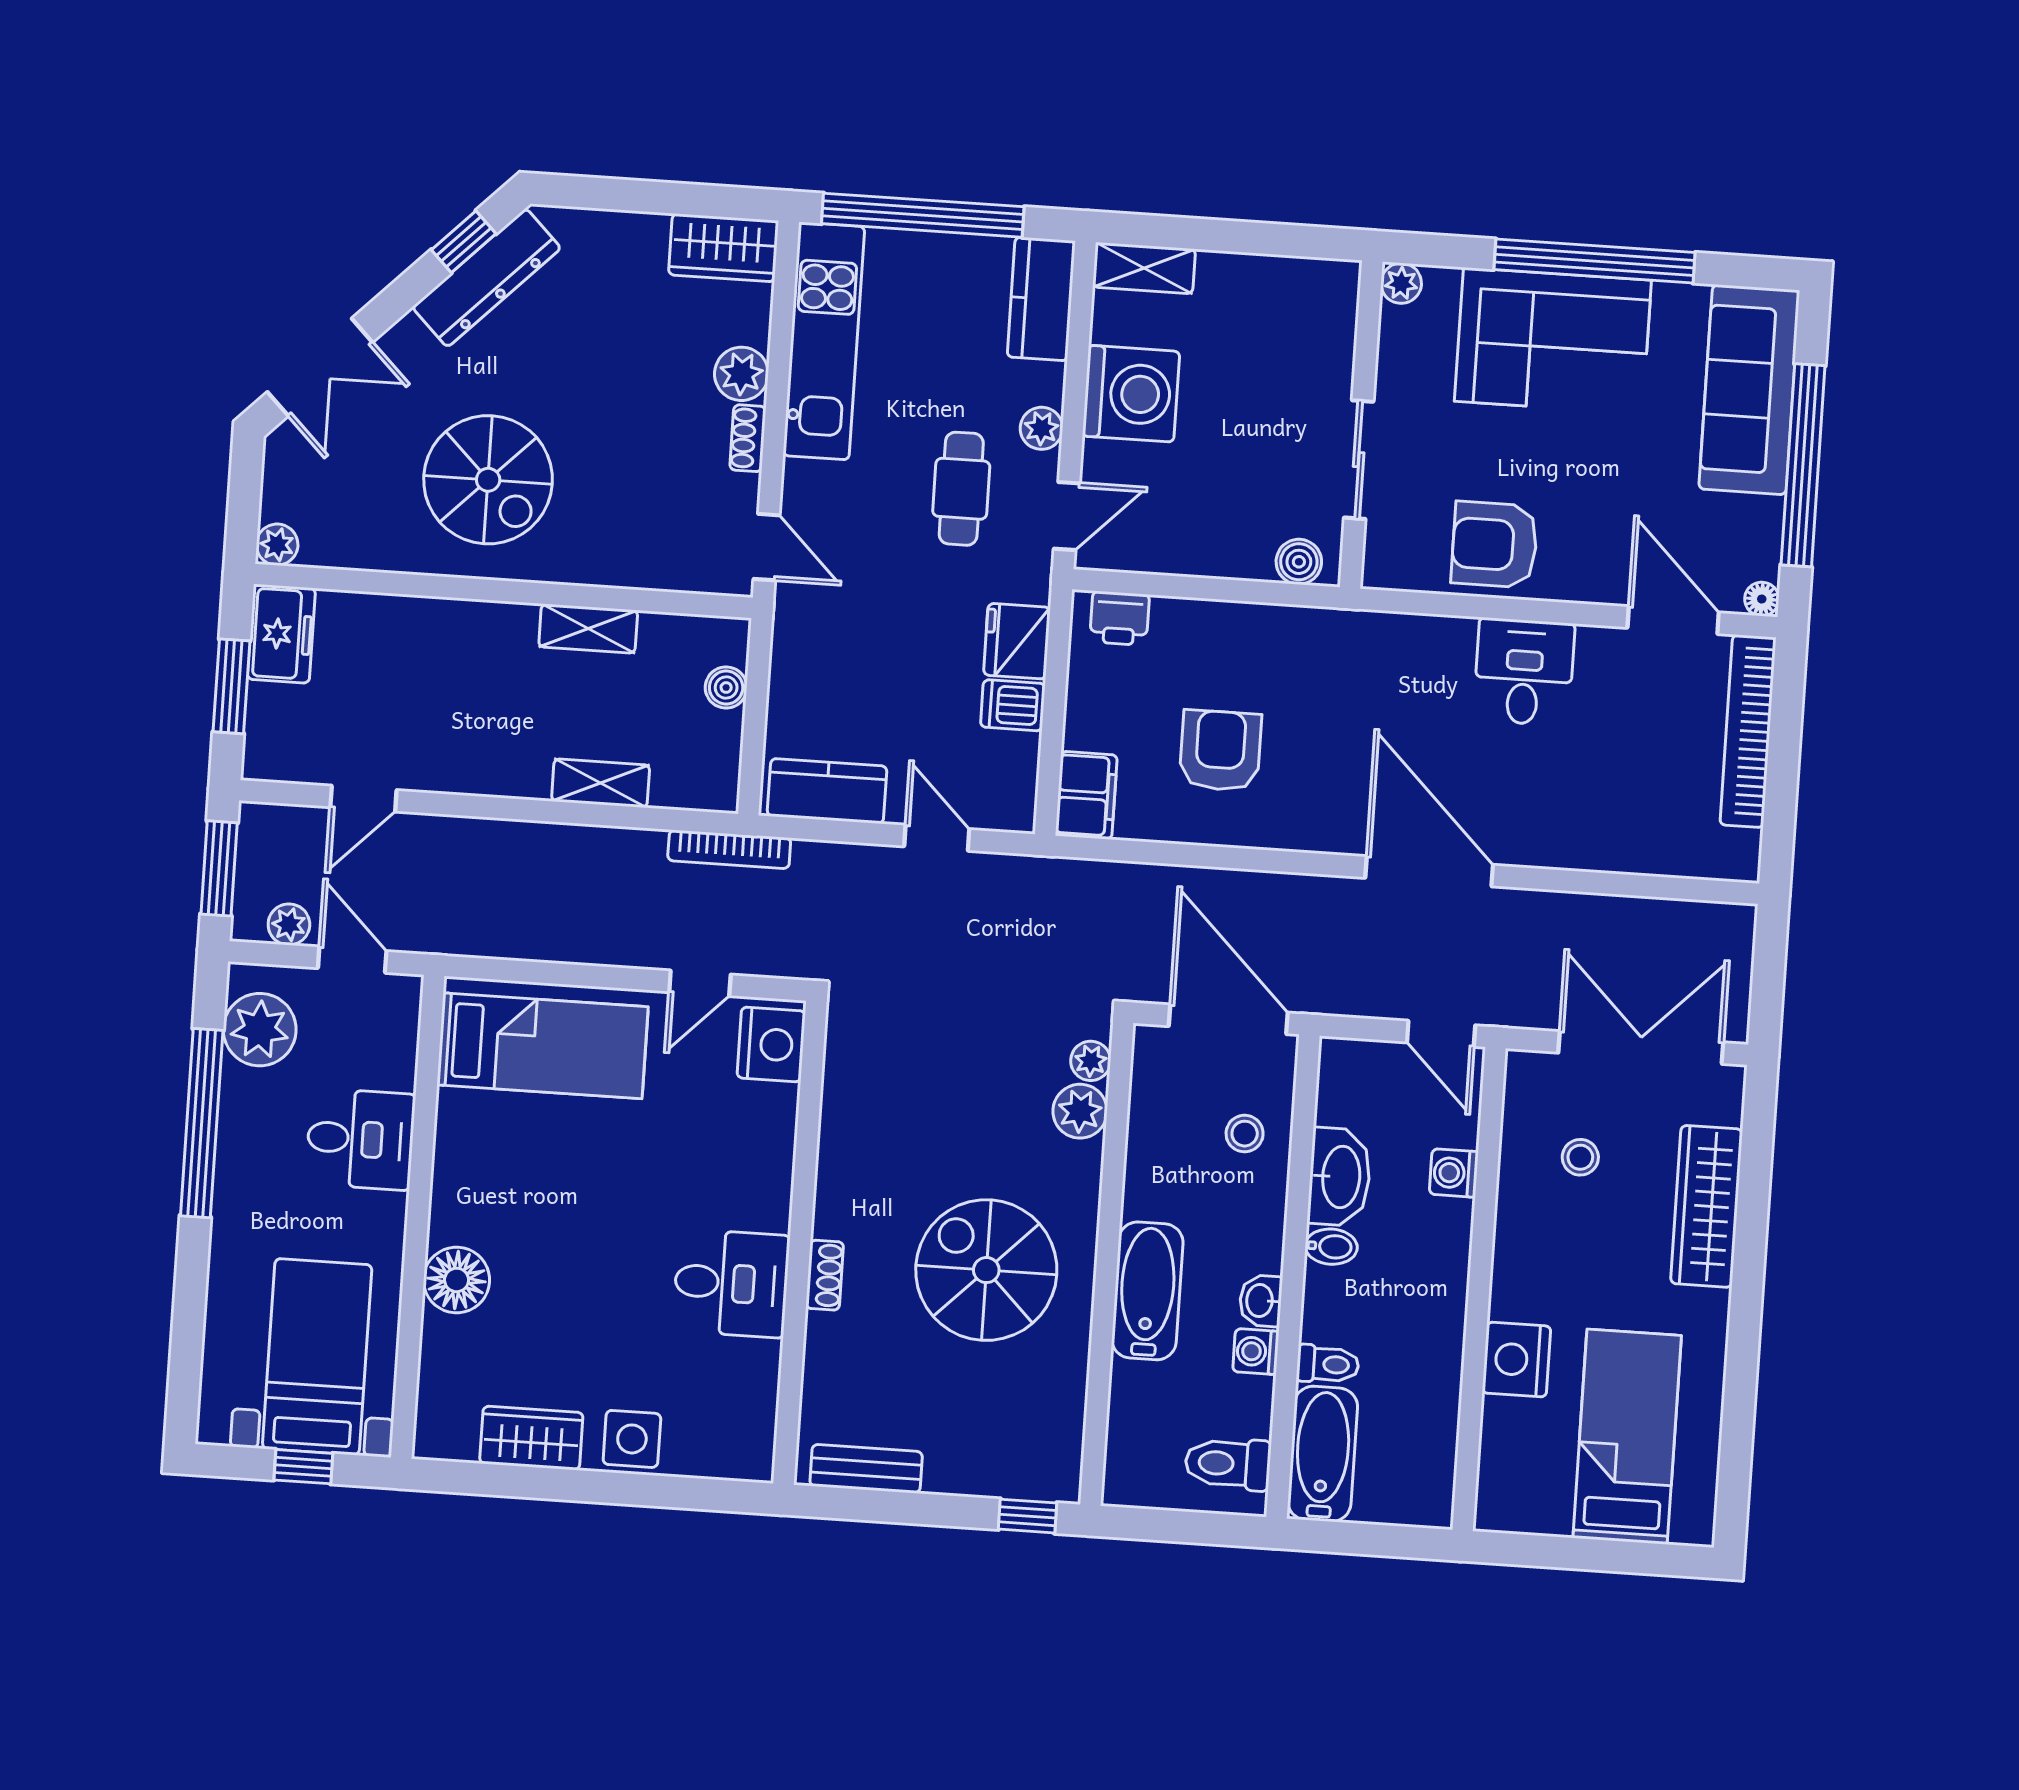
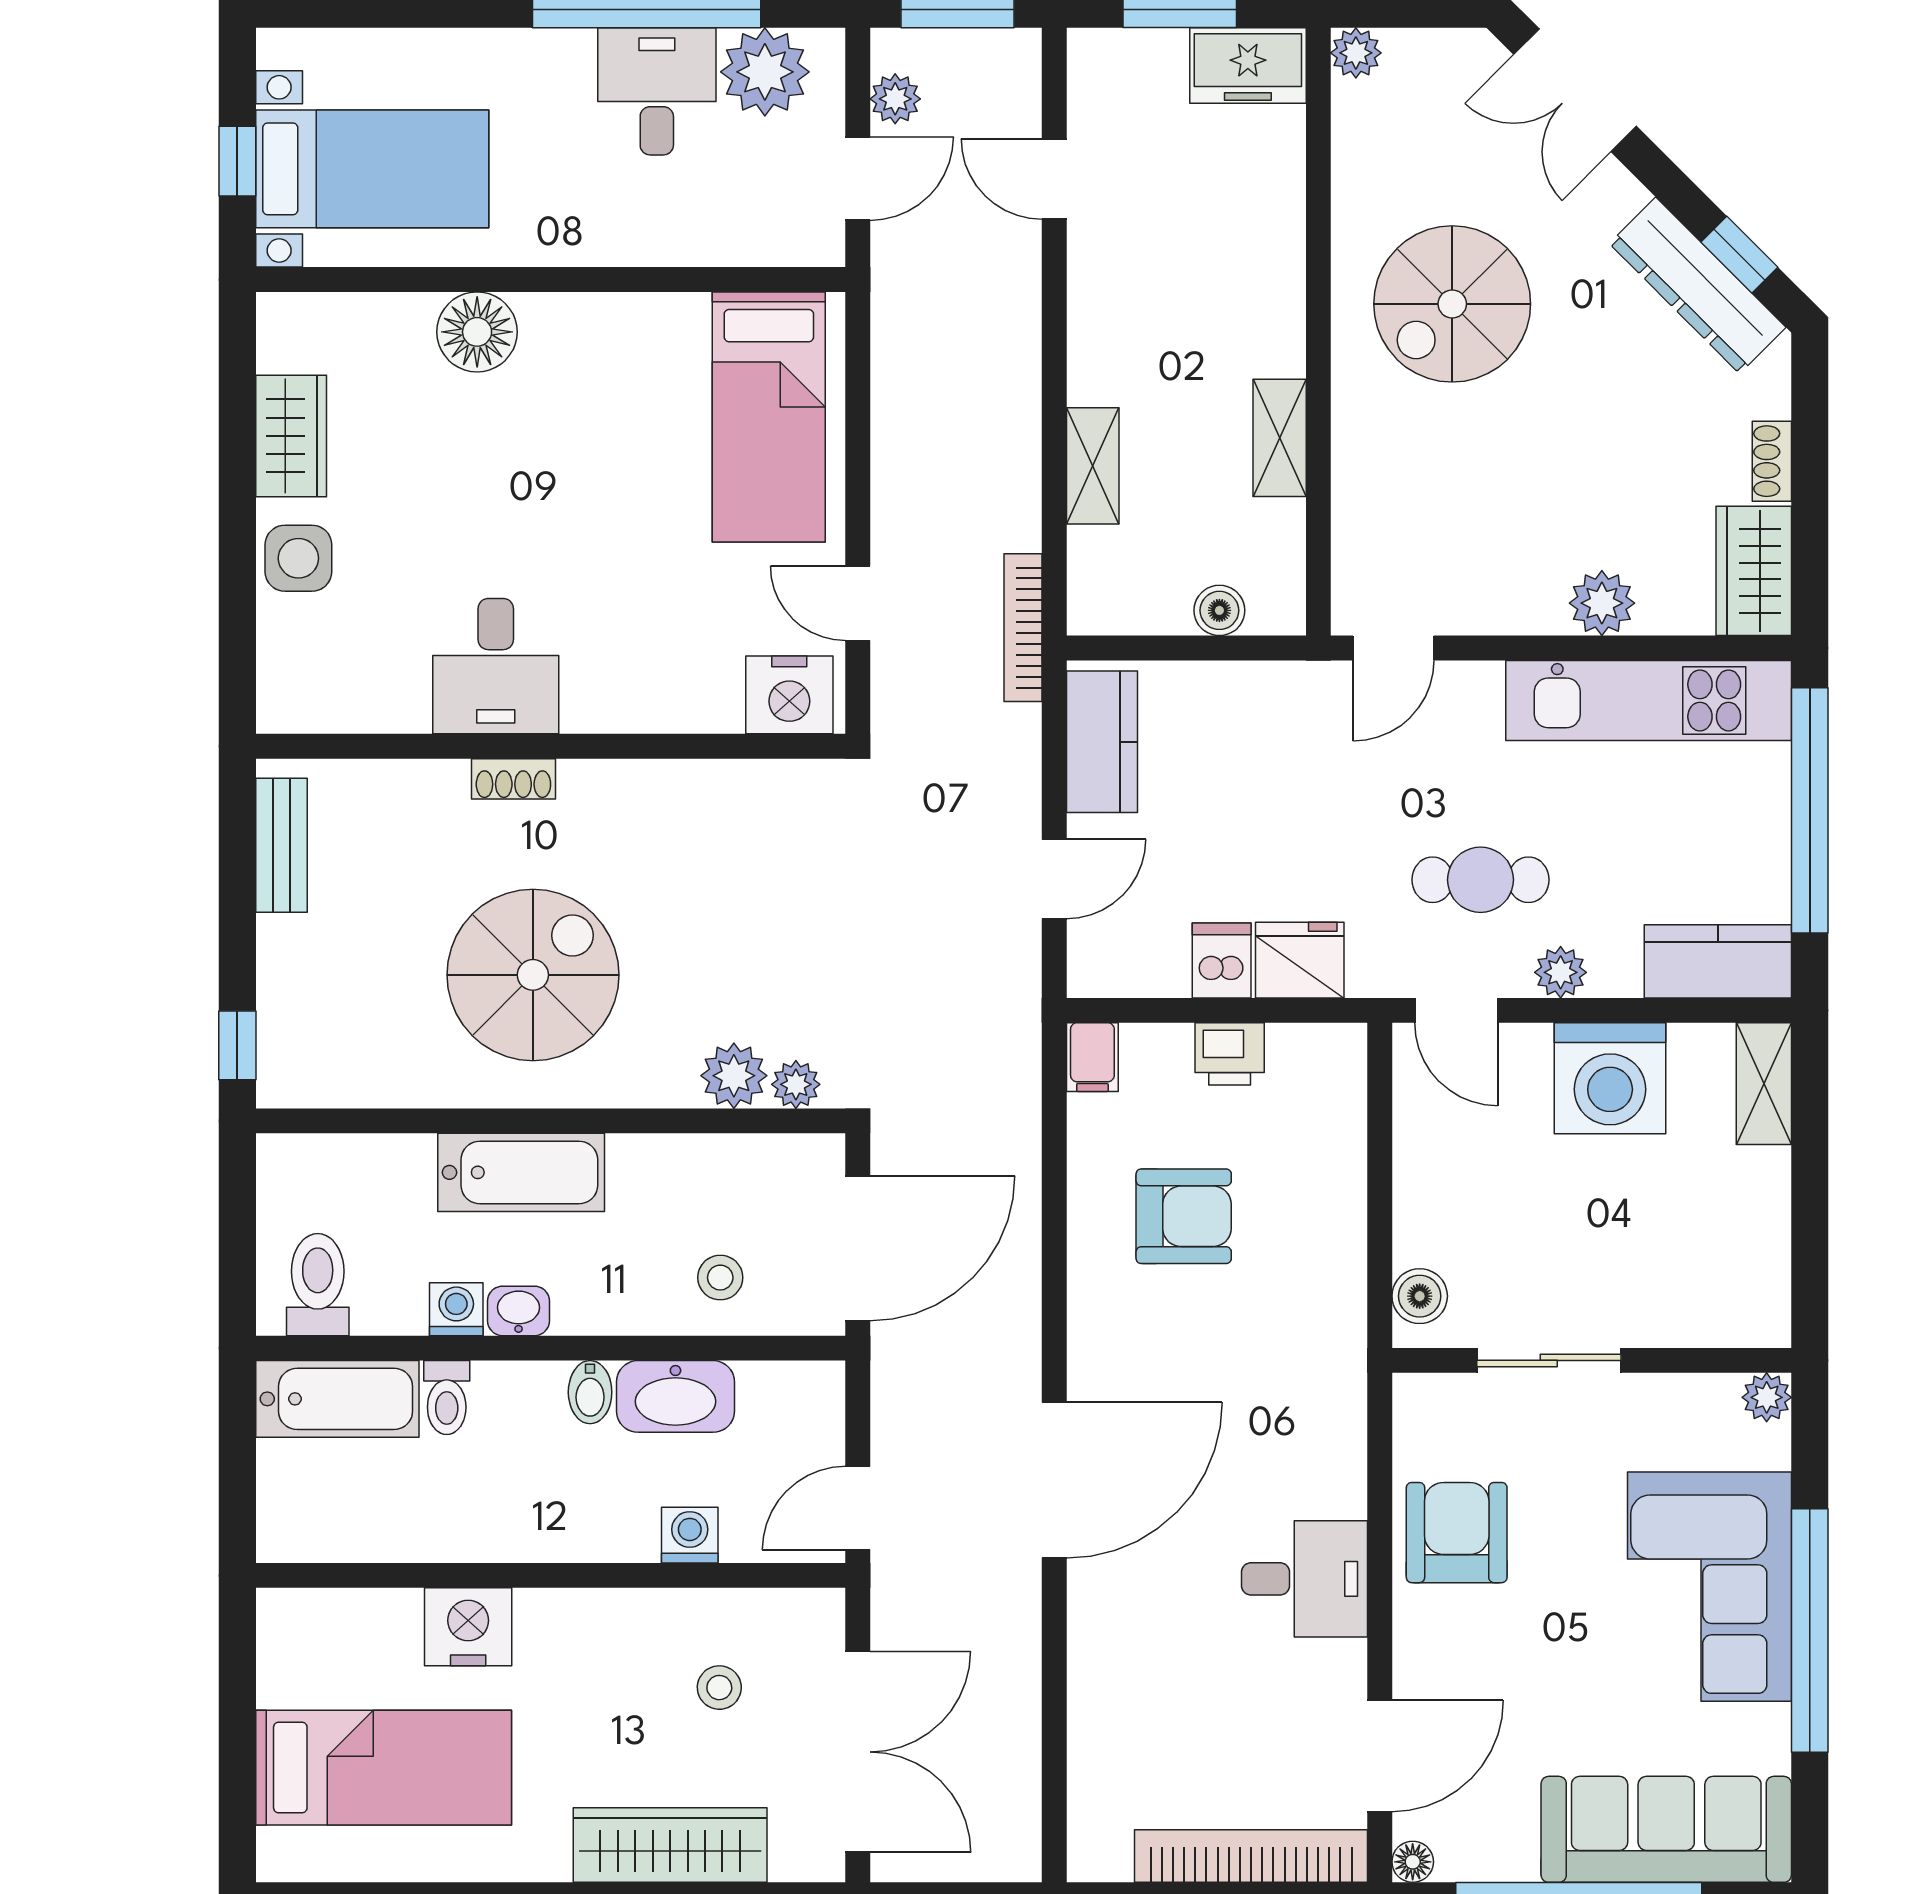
shoe rack: (748, 438) -> (1772, 461), moved, turned -90
printer: (1120, 618) -> (1230, 1054), moved, turned -90
filing cabinet: (1086, 795) -> (1092, 1057), width x0.50
desk: (360, 1139) -> (657, 91), moved, turned 180

